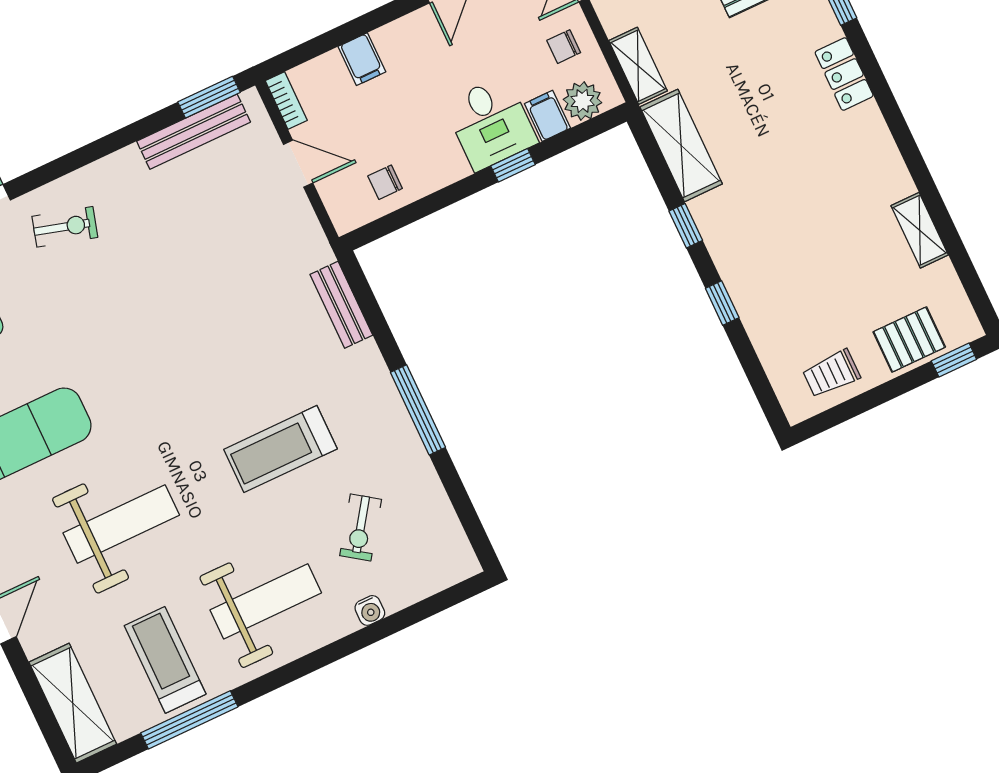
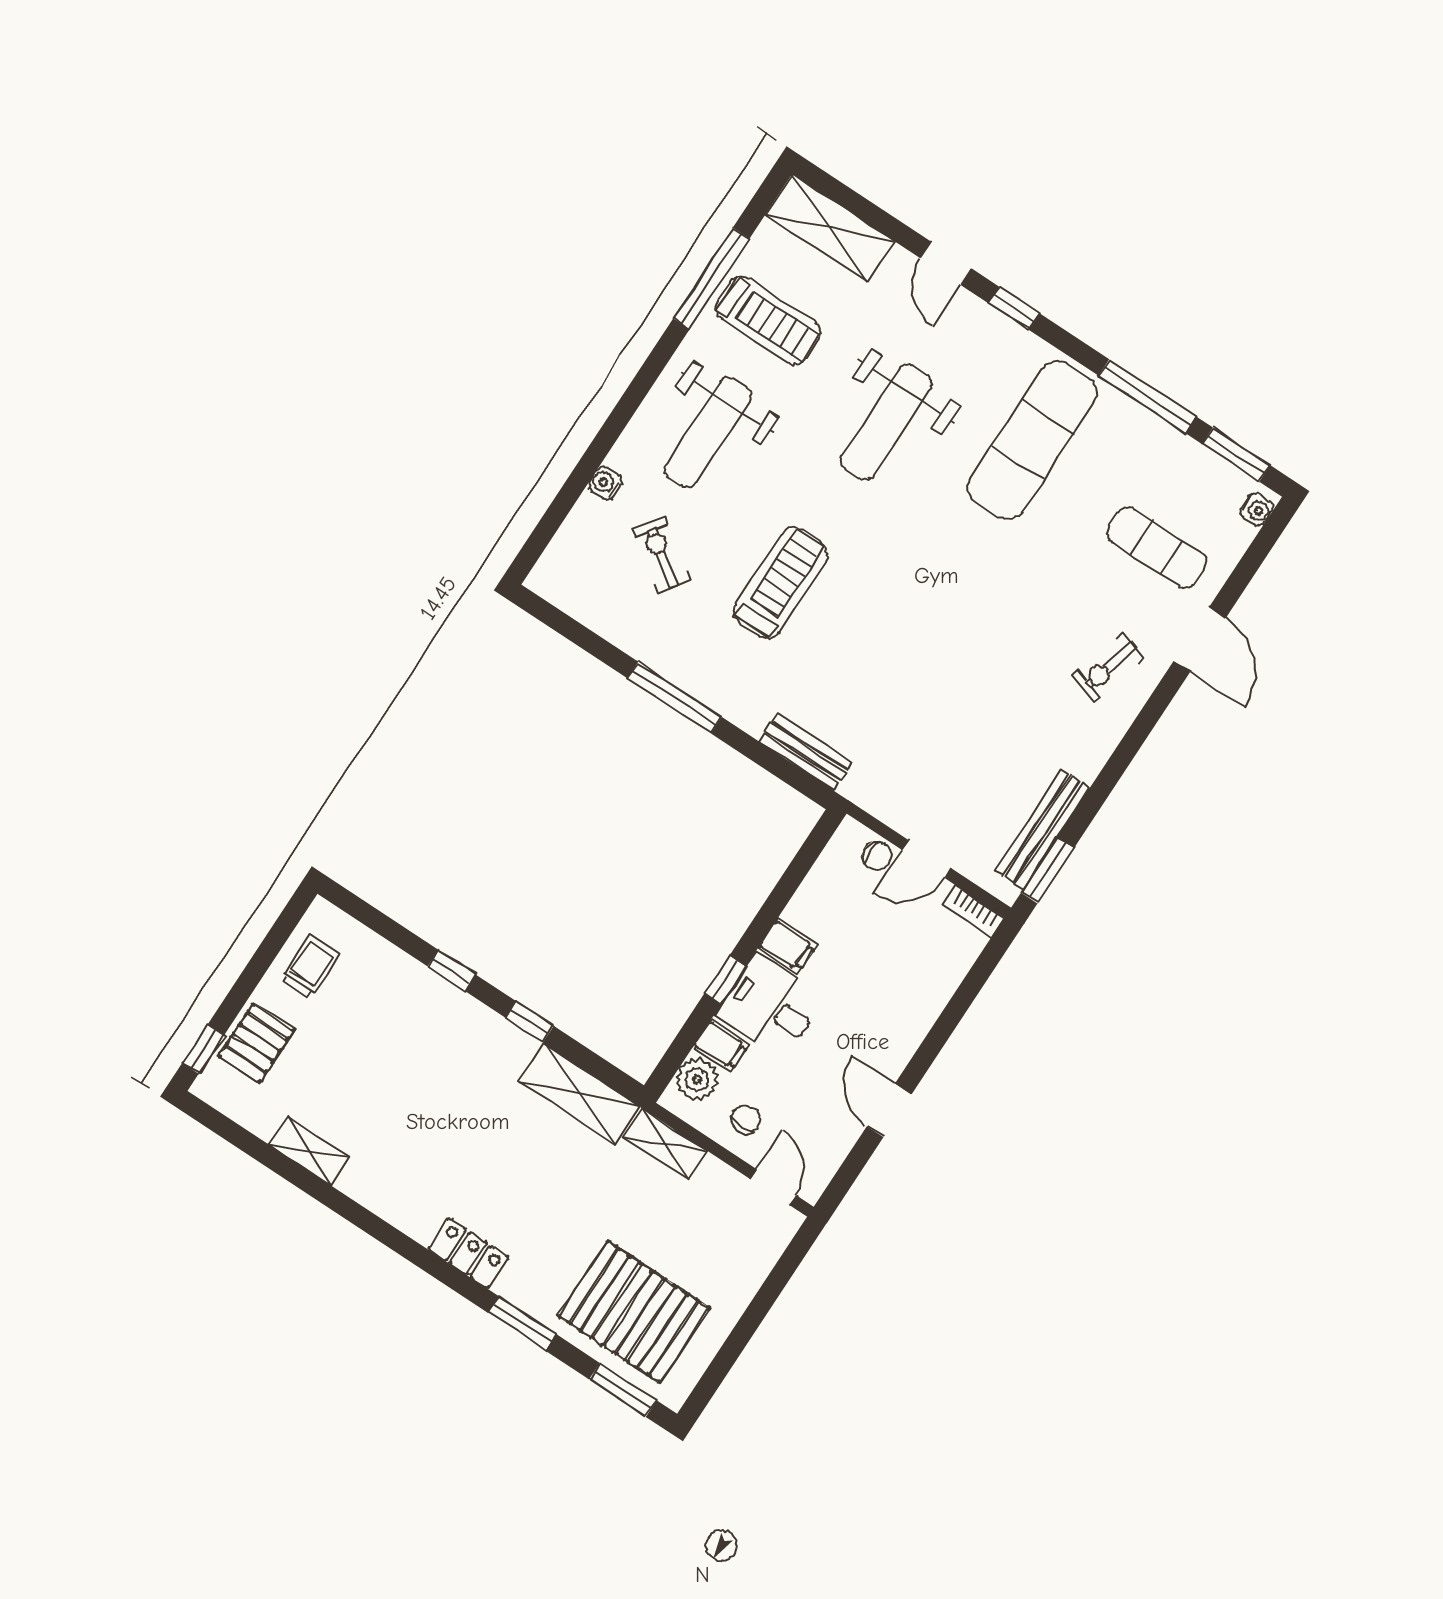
filing cabinet: (362, 59) -> (788, 946), moved, turned 180
chair: (385, 182) -> (877, 856), moved, turned 90

